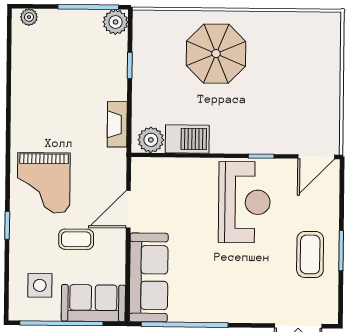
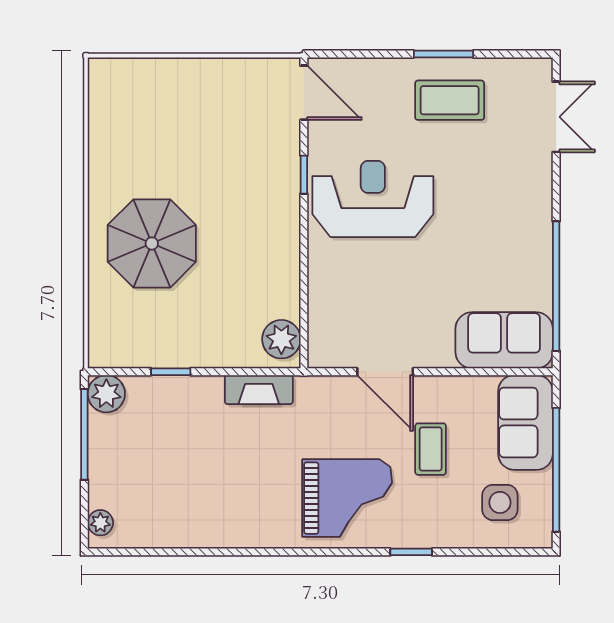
barbecue: (187, 139) -> (280, 285), removed
sofa: (149, 278) -> (504, 340), width x0.73

